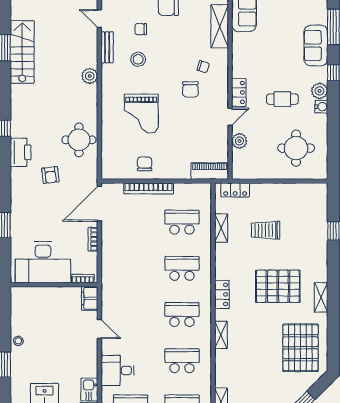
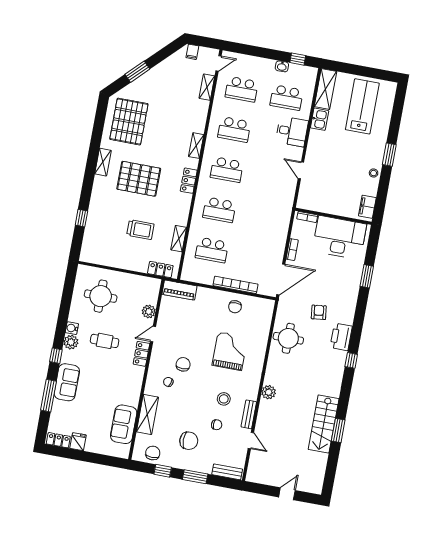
filing cabinet: (90, 298) -> (367, 207), moved, turned 180

